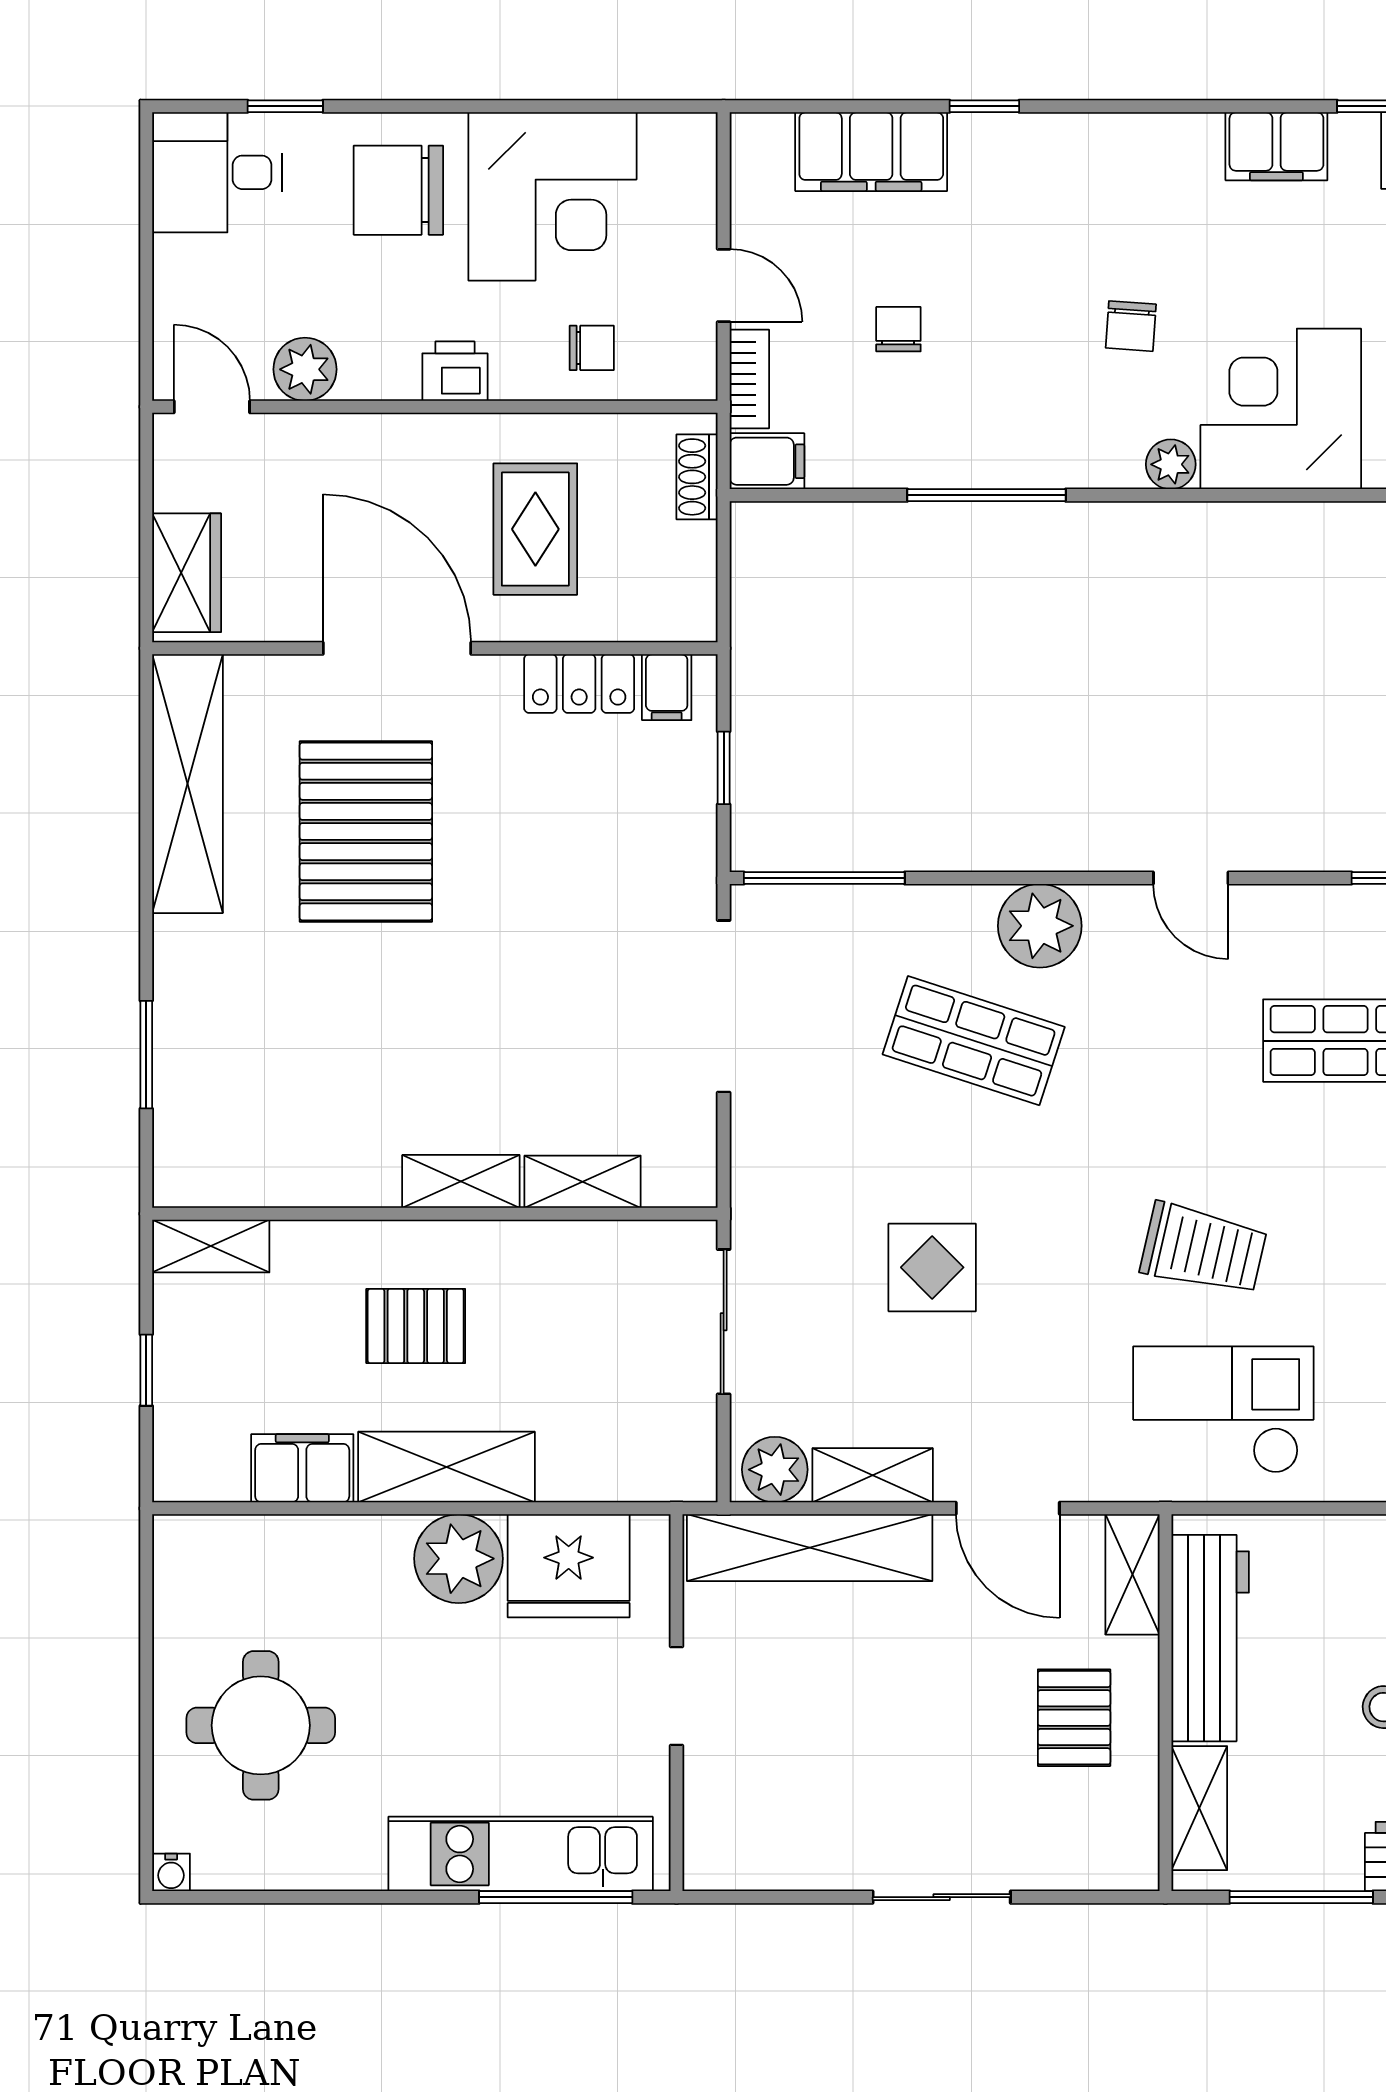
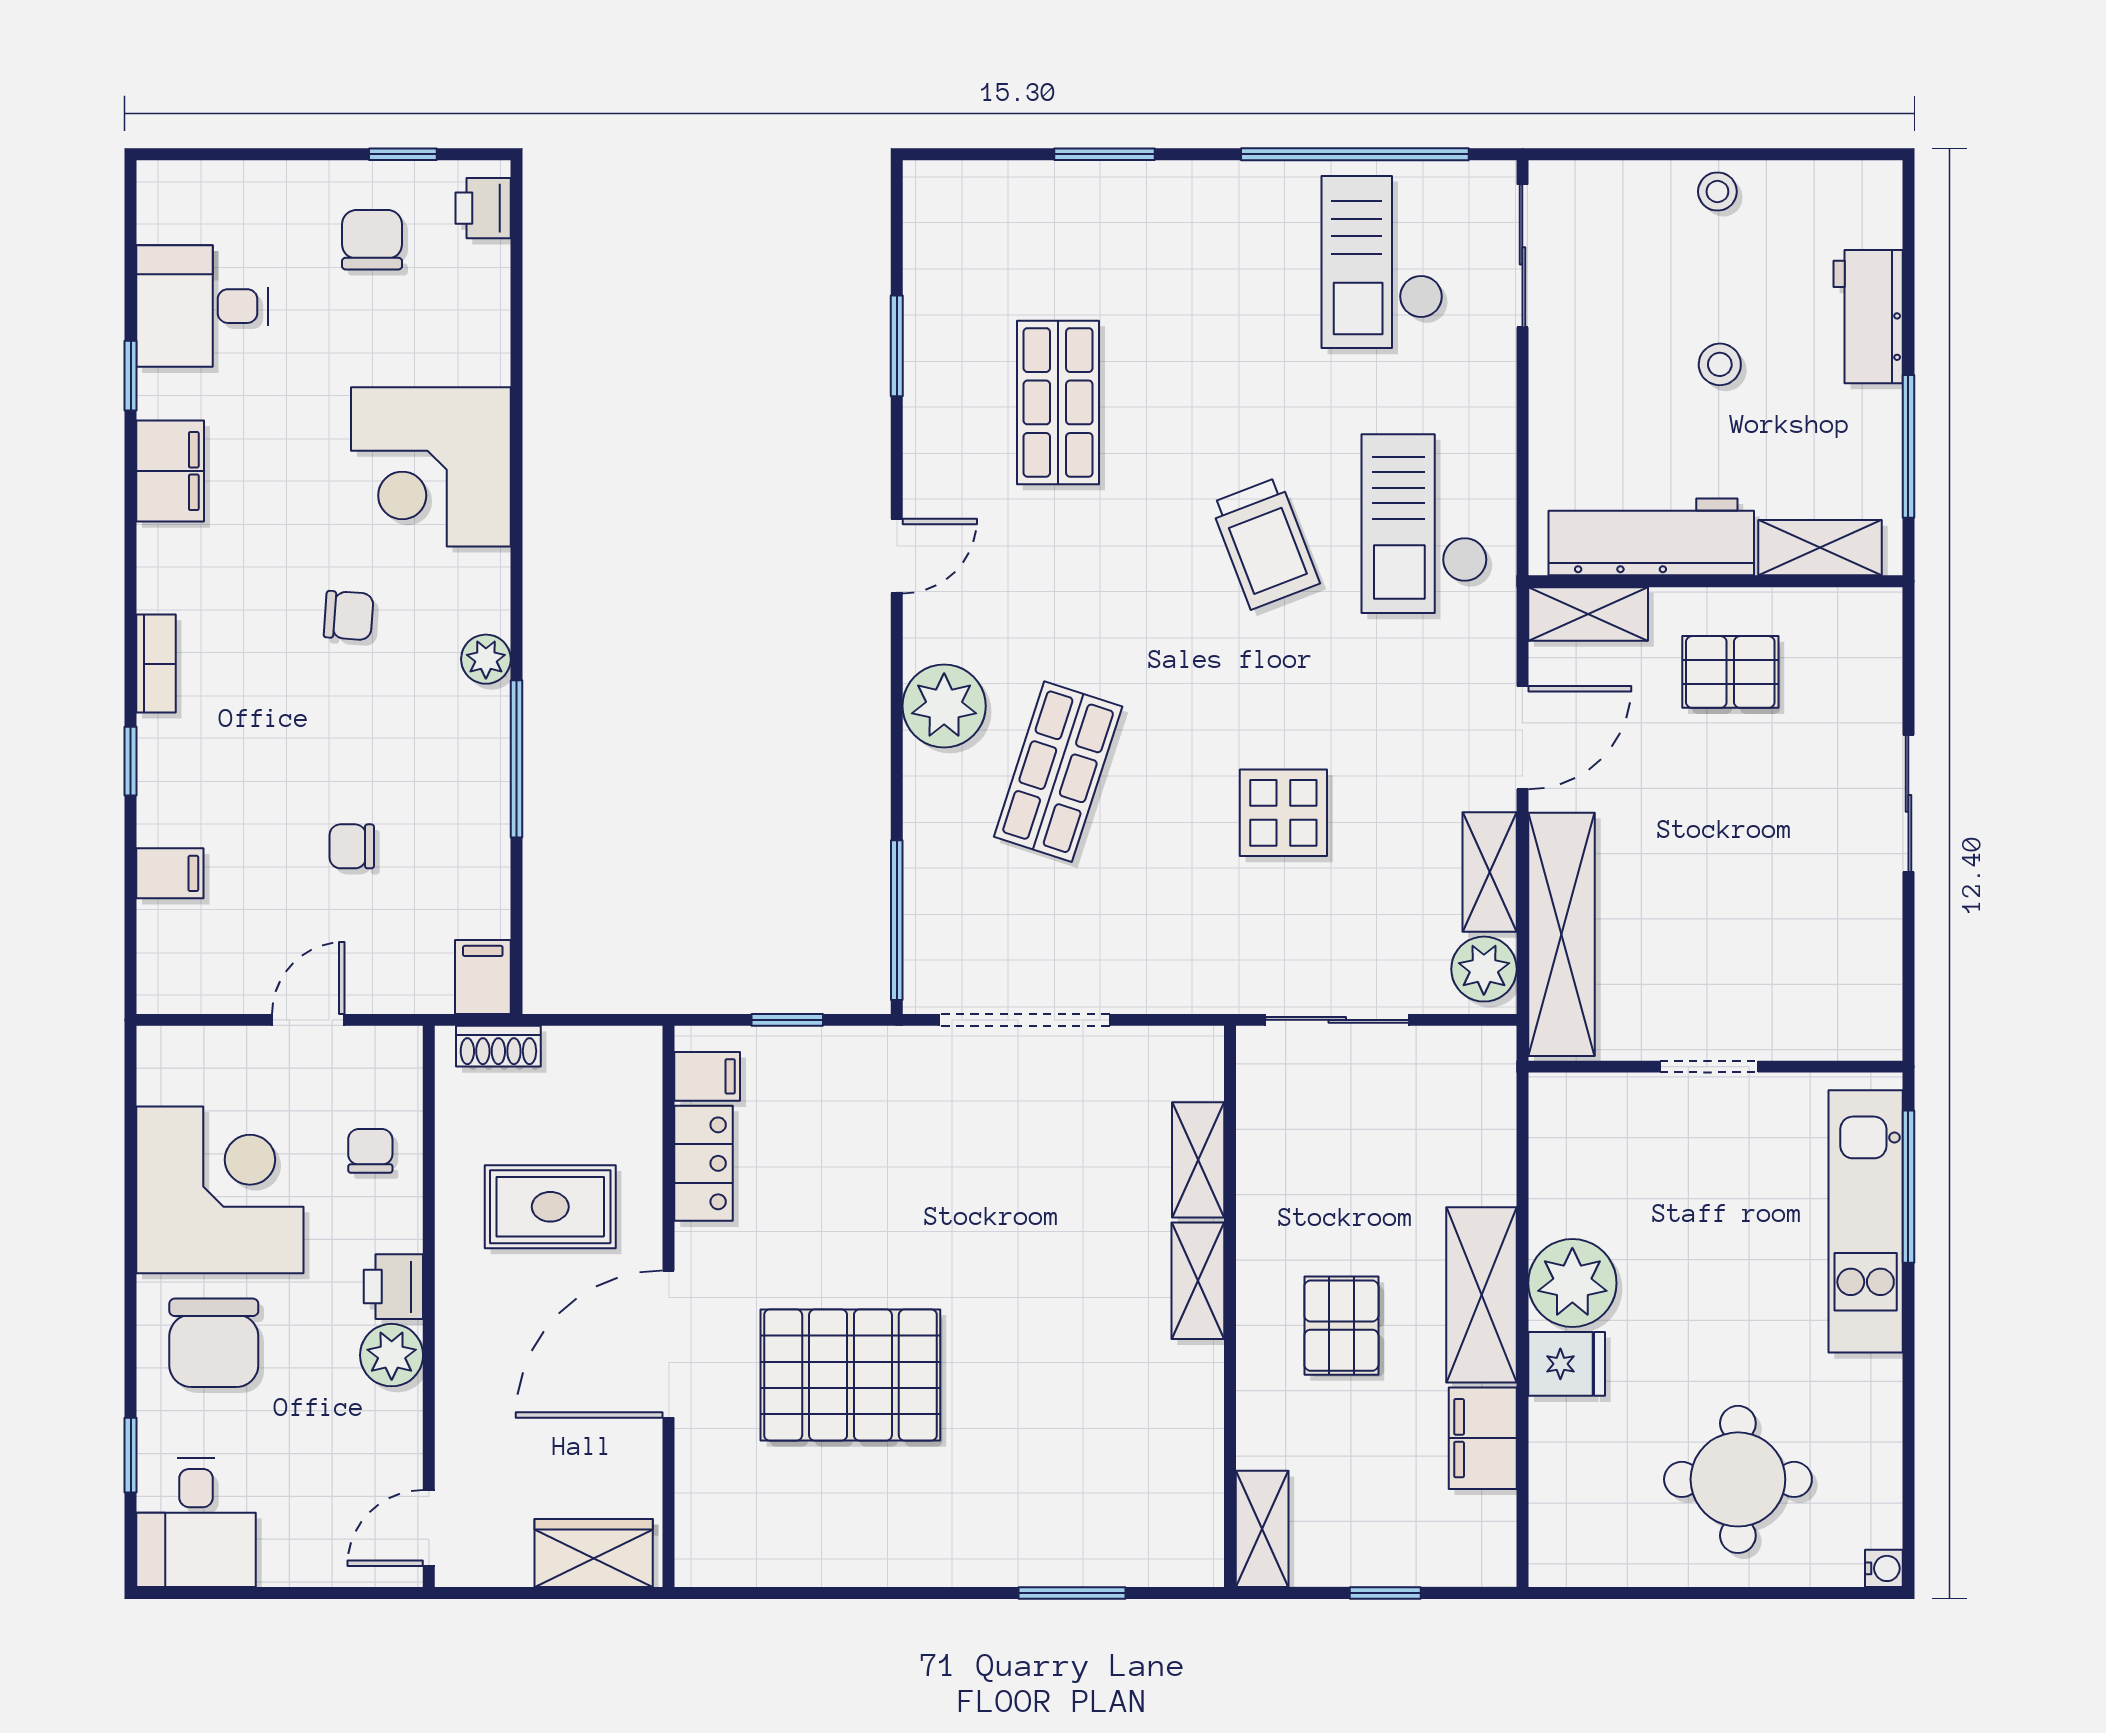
filing cabinet: (871, 152) -> (170, 873), width x0.33, depth x0.86
plant: (305, 369) -> (392, 1355), moved
bookcase: (749, 379) -> (156, 664), moved, turned 90
plant: (1171, 464) -> (486, 659), moved
shelving: (188, 784) -> (803, 1552), removed
trolley: (1204, 1249) -> (1265, 543), turned 146
fridge: (569, 1566) -> (1567, 1364), moved, width x0.53, depth x0.75

